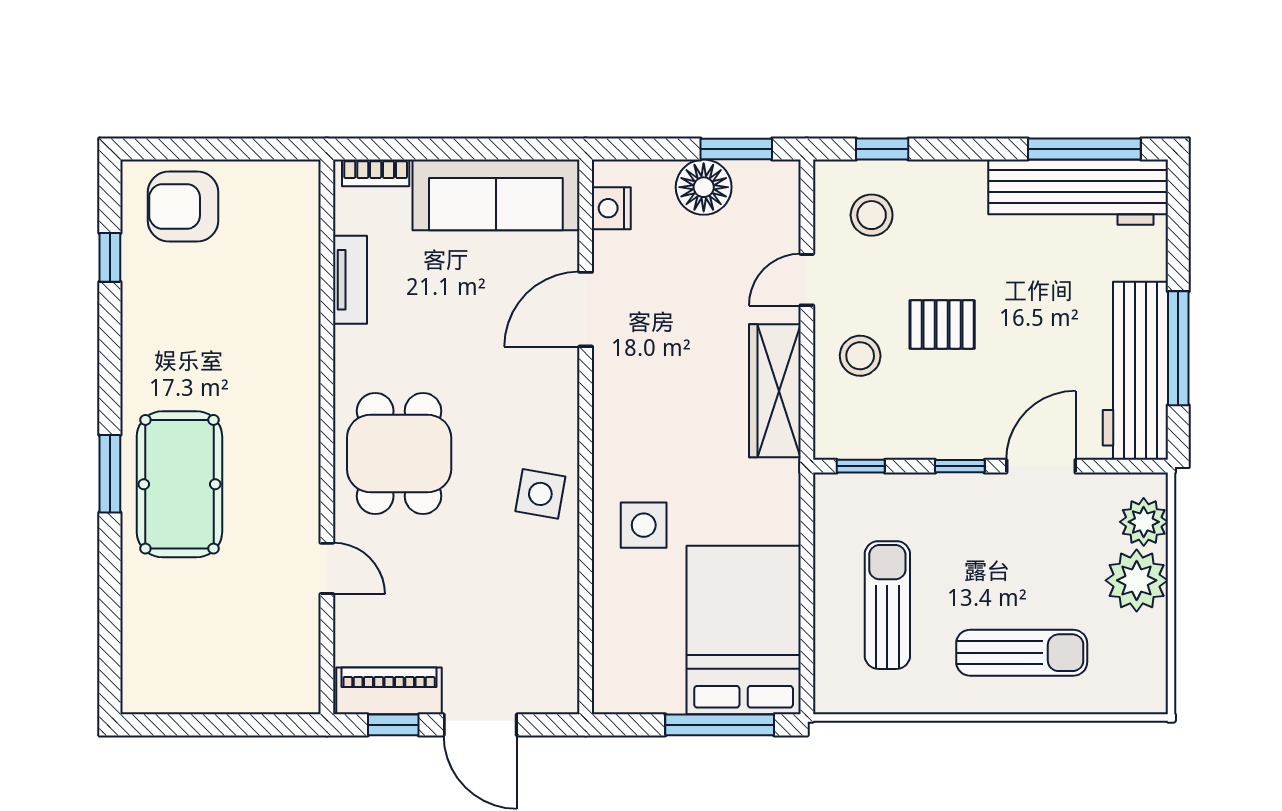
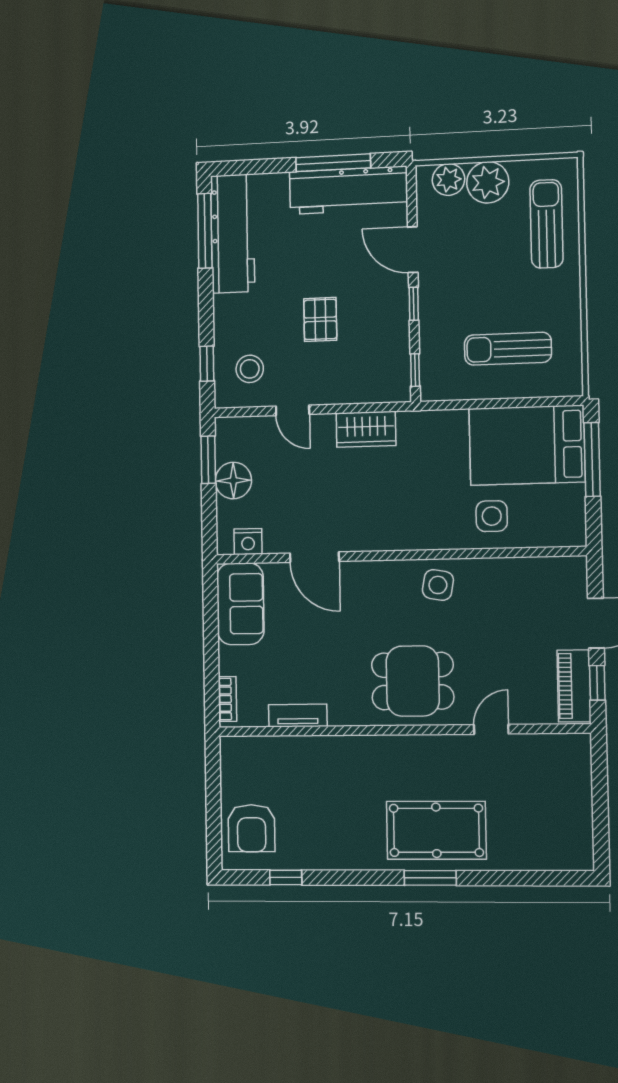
sofa: (496, 195) -> (240, 604), width x0.73
stool: (860, 356) -> (342, 373), removed
wardrobe: (775, 391) -> (366, 429), width x0.67
side table: (644, 525) -> (492, 516), moved
sun lounger: (1022, 653) -> (546, 224), moved

